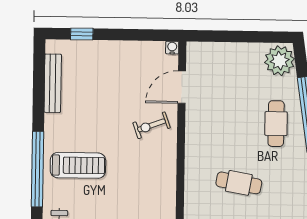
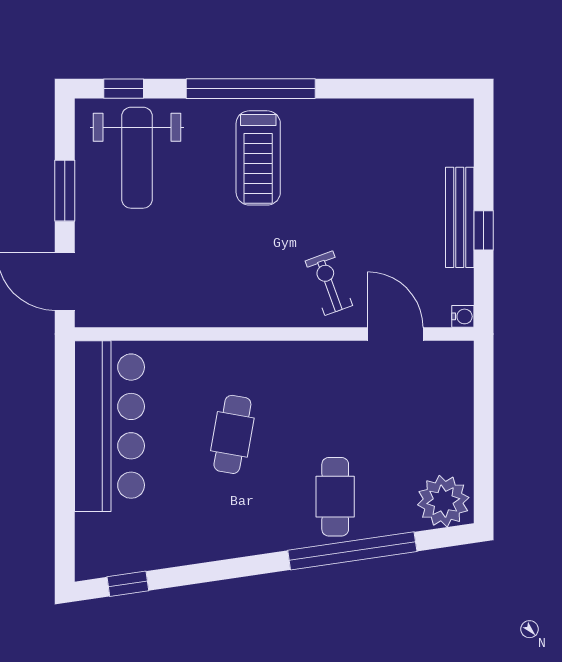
window: (82, 34) -> (484, 230), moved
bench: (53, 83) -> (460, 217), moved, turned 90
cafe table: (276, 124) -> (335, 497), turned 90

